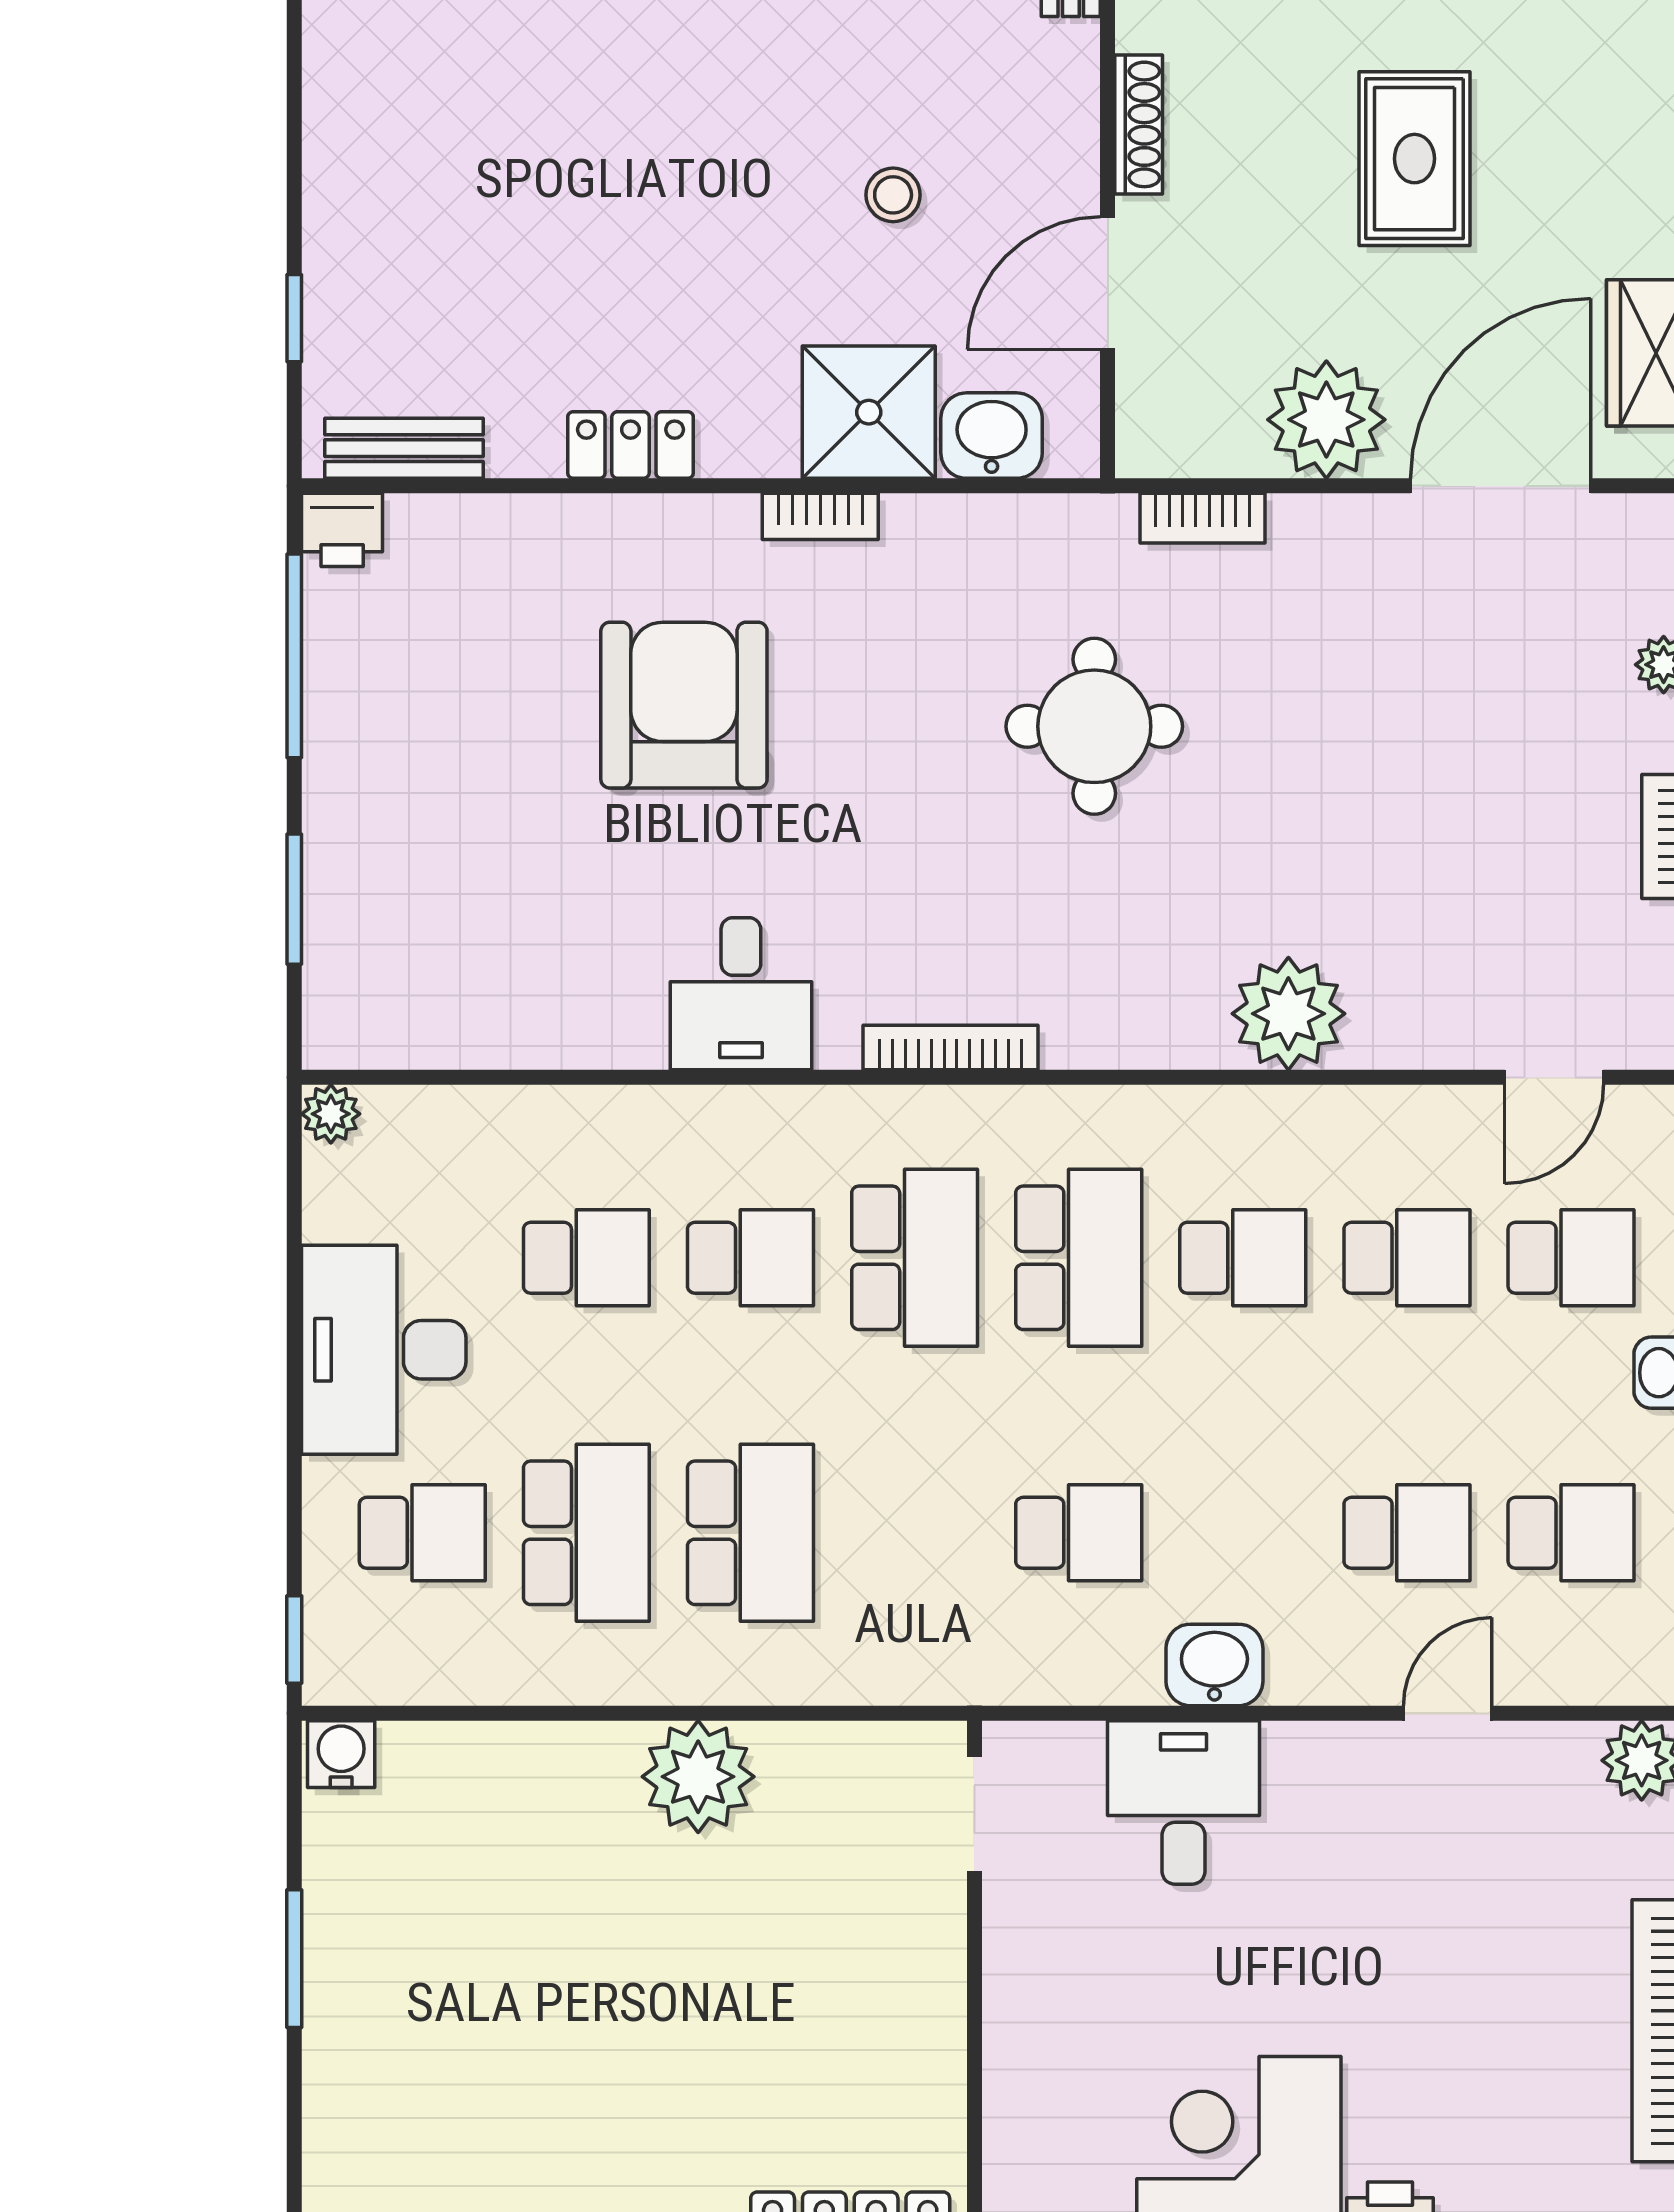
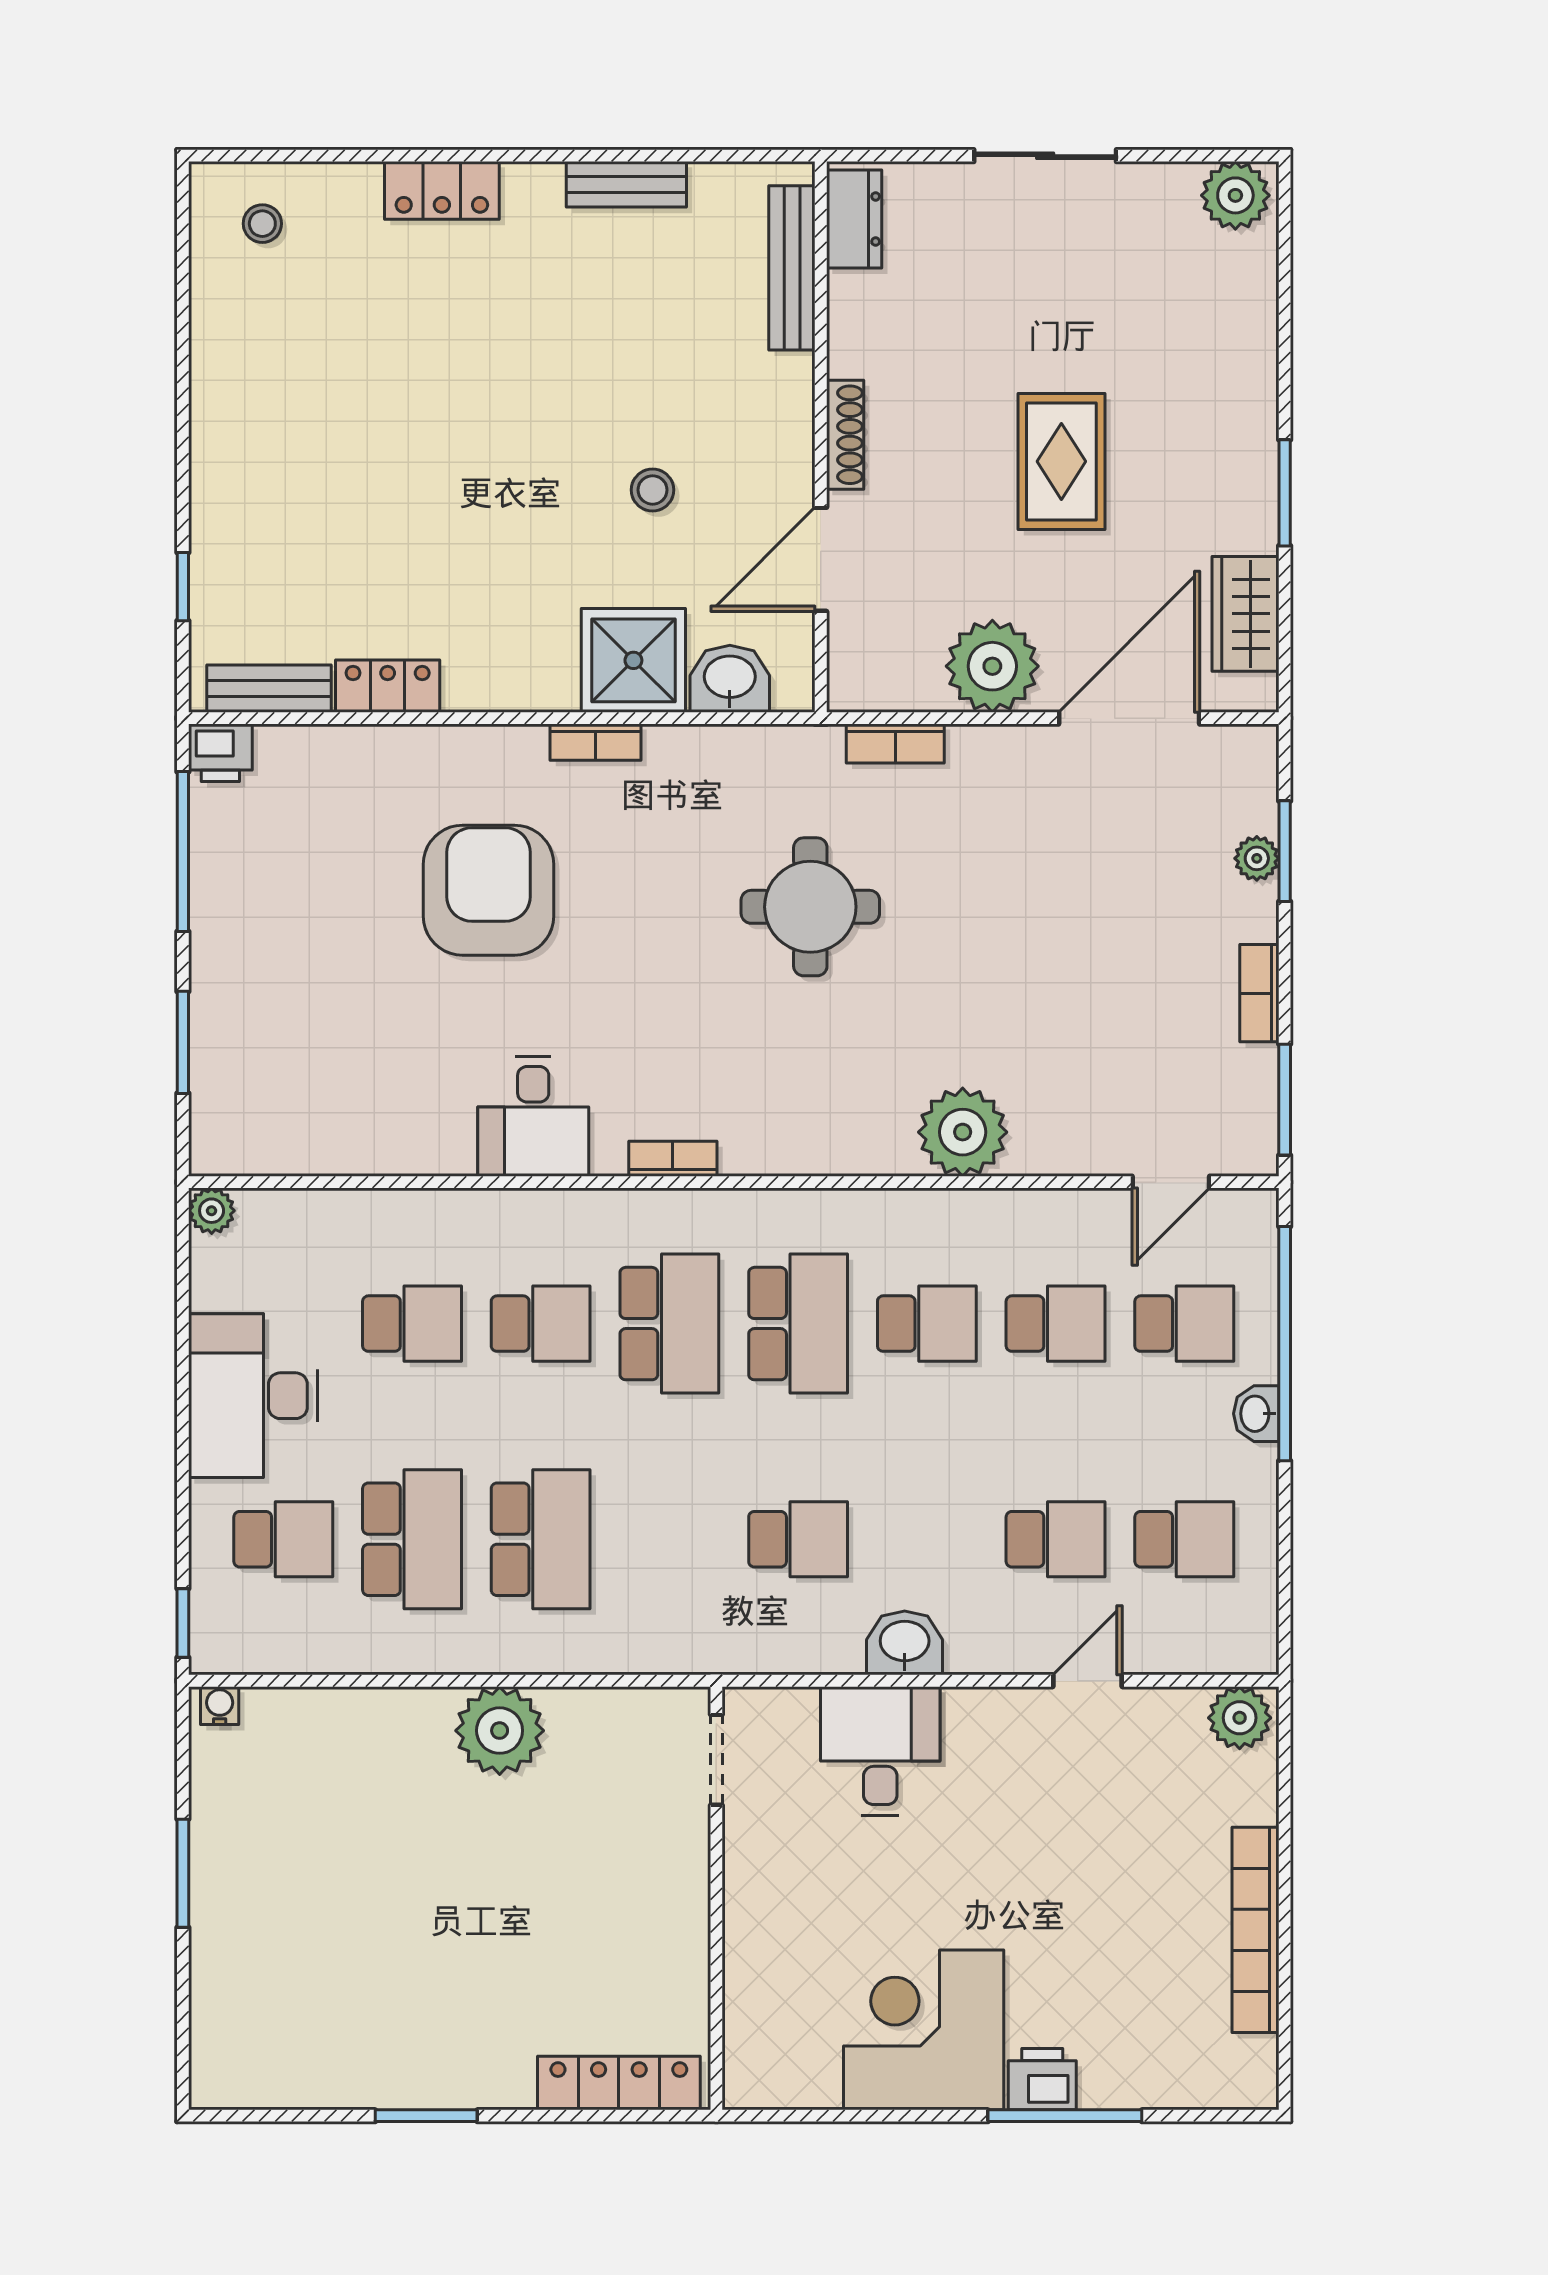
locker: (630, 445) -> (388, 686), moved
bookcase: (951, 1048) -> (673, 1159), width x0.64
water cooler: (341, 1754) -> (220, 1706), width x0.72, depth x0.72

